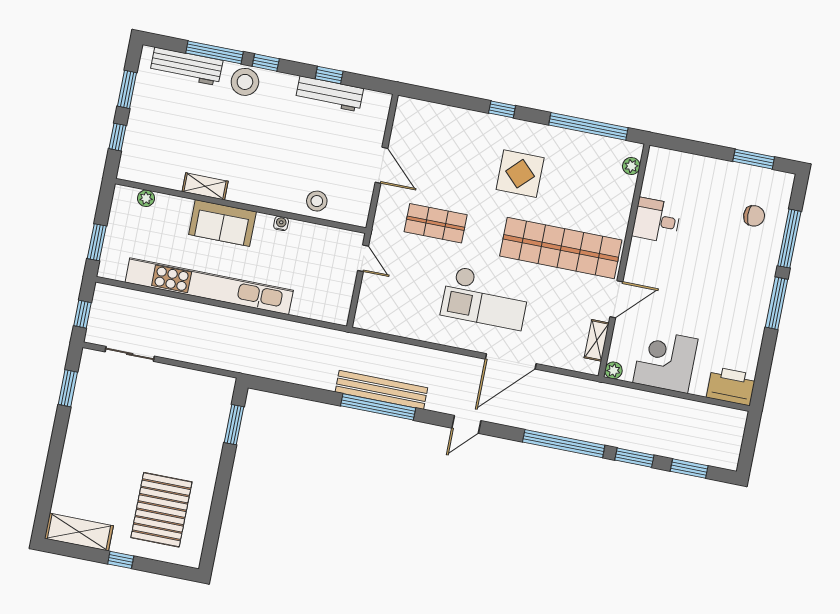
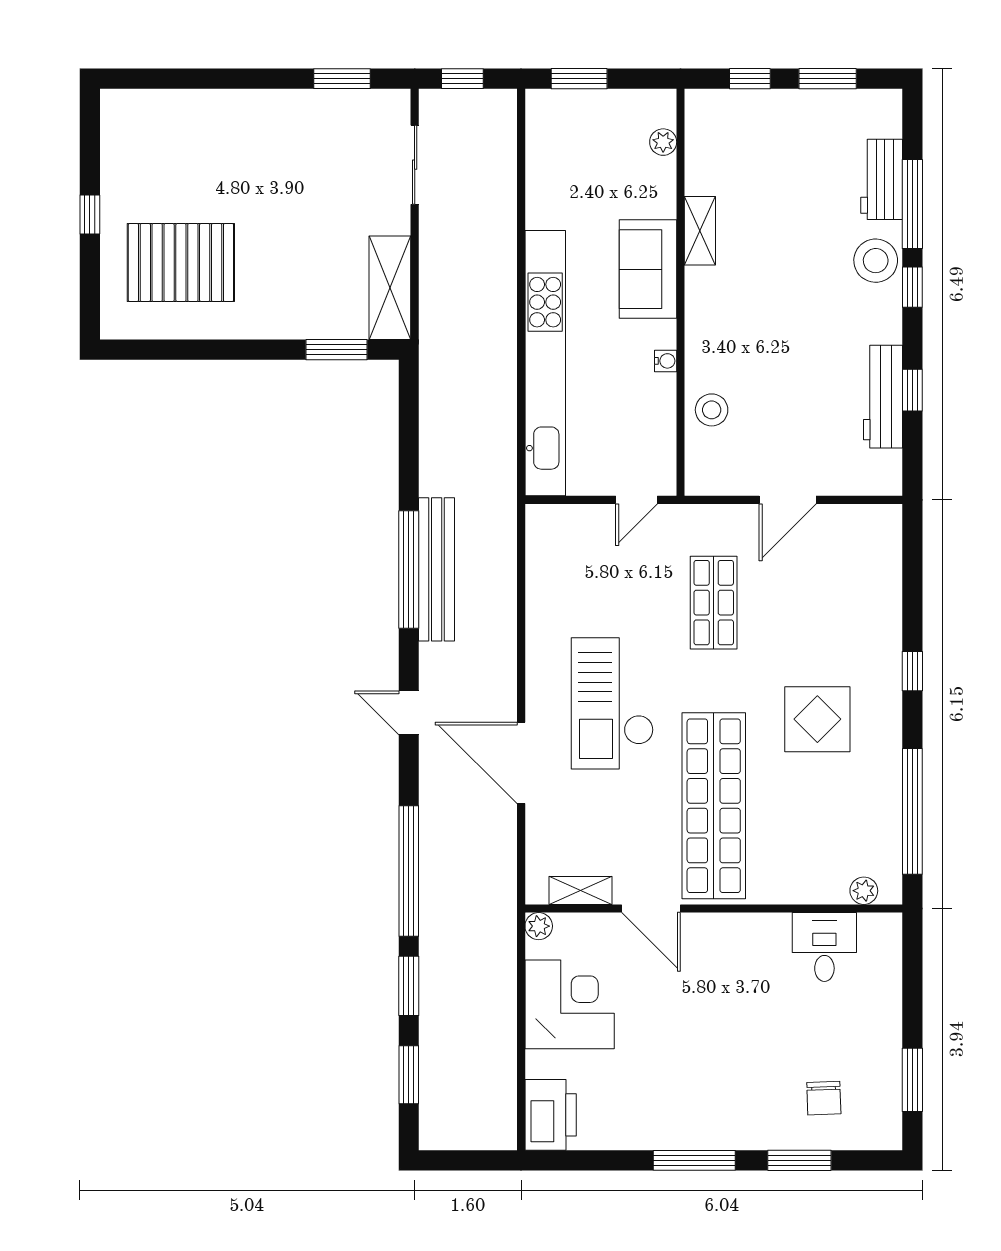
workbench: (186, 66) -> (882, 179), width x0.73
desk: (657, 220) -> (824, 947), moved
window: (789, 239) -> (799, 1160), width x0.69
kitchen unit: (209, 286) -> (545, 363), moved
shelving: (79, 532) -> (390, 288), moved

